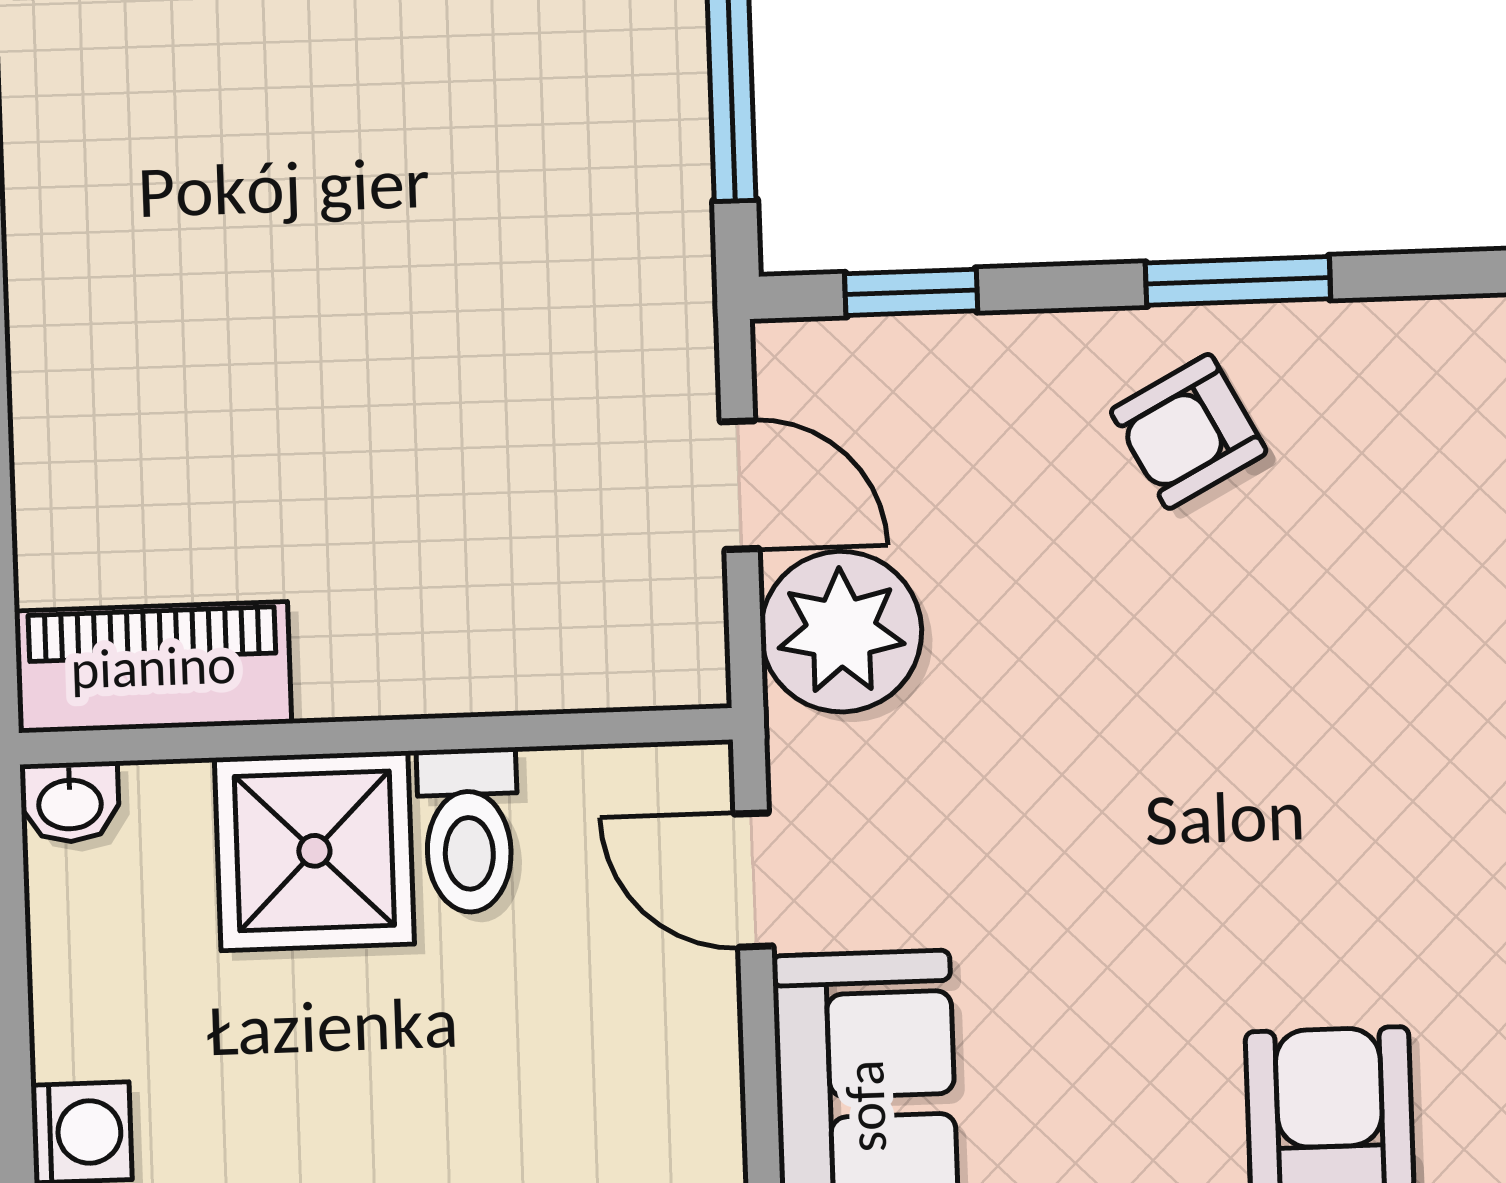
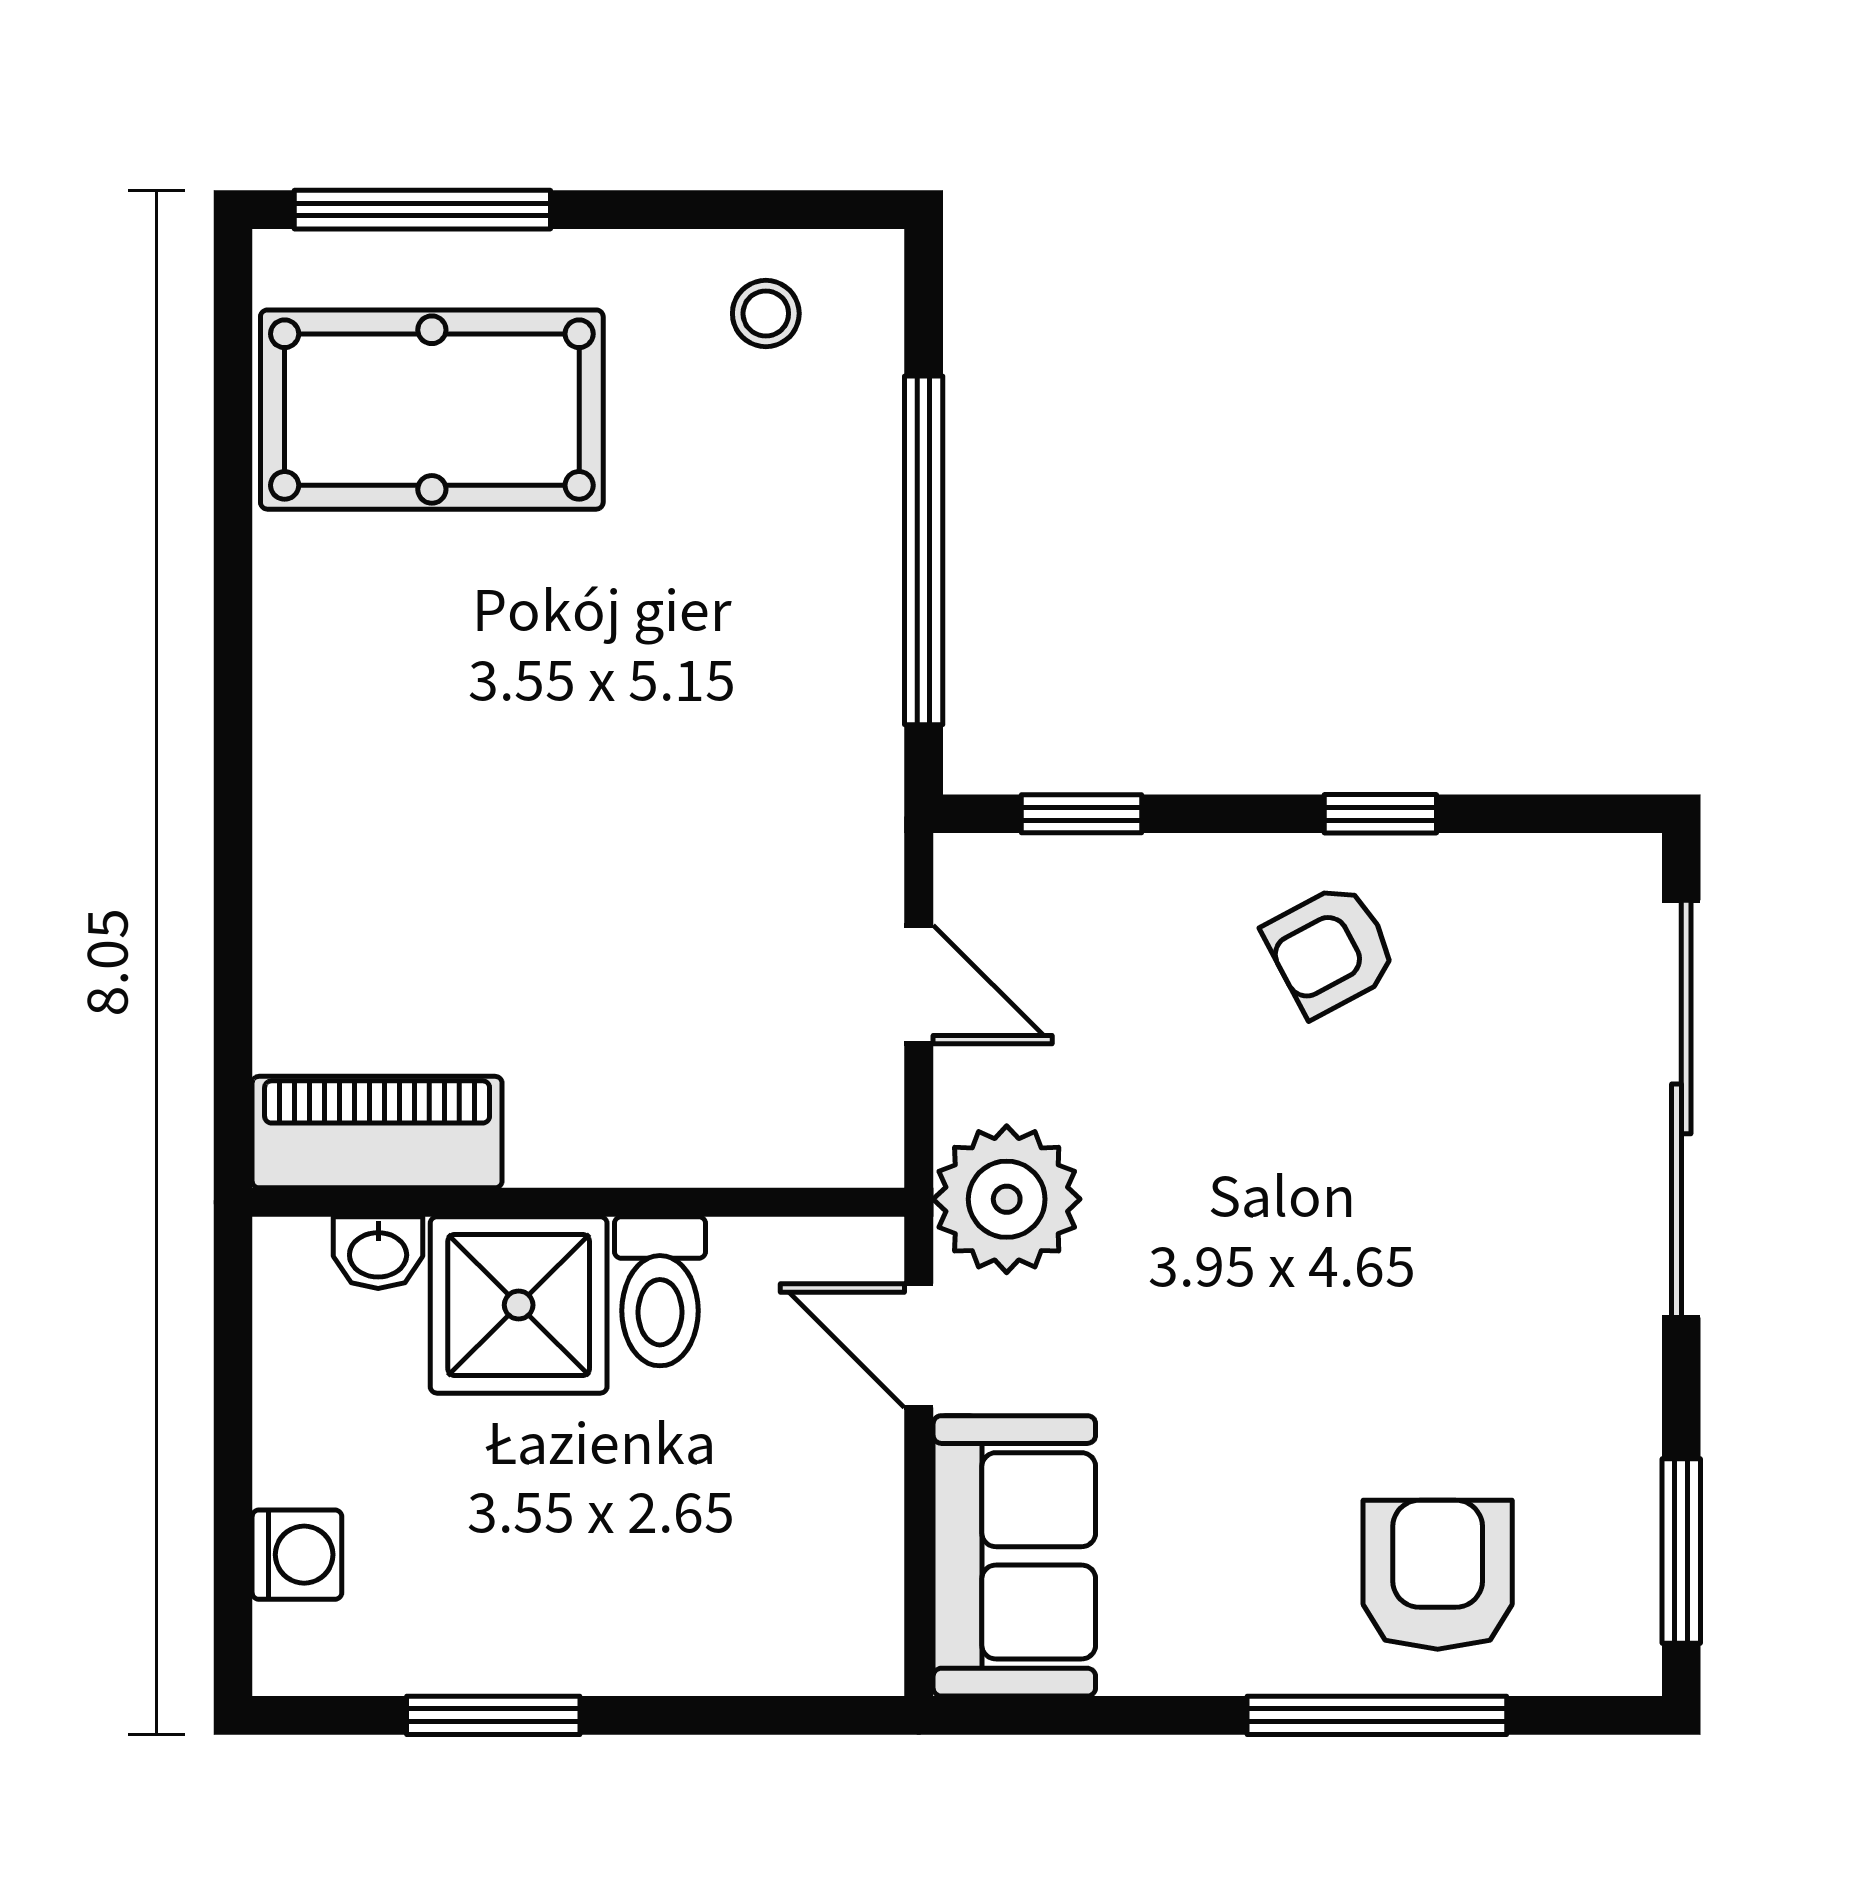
window: (1238, 281) -> (1380, 814), width x0.67
plant: (841, 632) -> (1007, 1199), moved
washbasin: (70, 802) -> (378, 1253), moved

